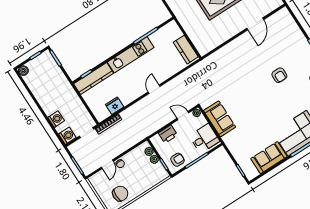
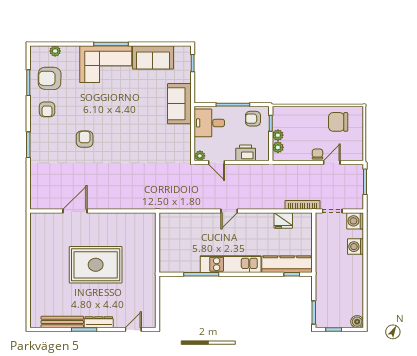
kitchen counter: (186, 50) -> (168, 232), removed
sofa: (220, 119) -> (179, 104), moved

